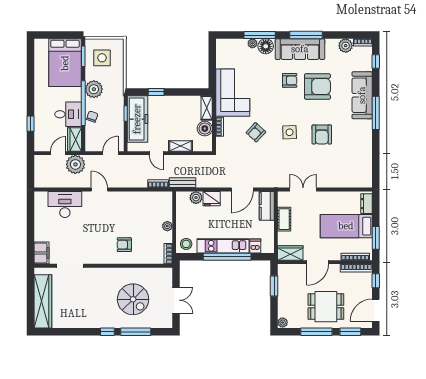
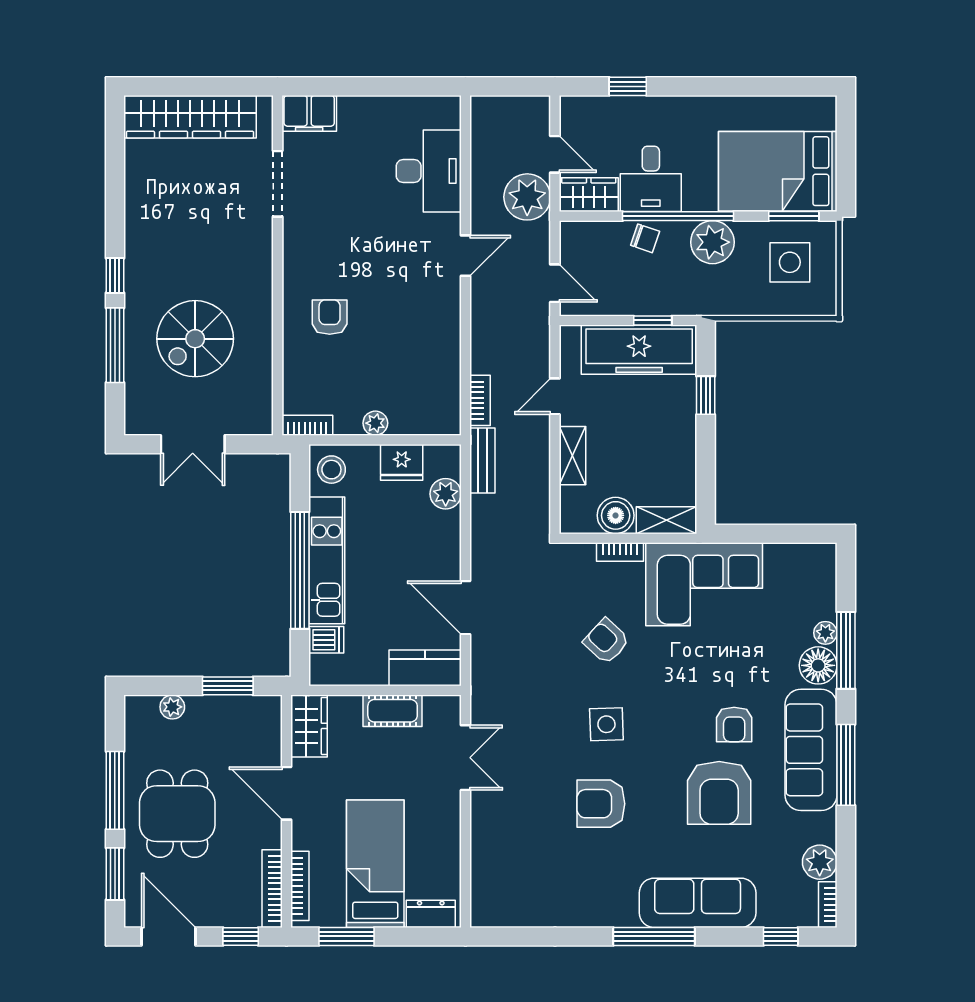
fridge: (212, 199) -> (402, 462), moved, turned -90
plant: (283, 323) -> (172, 707), moved

